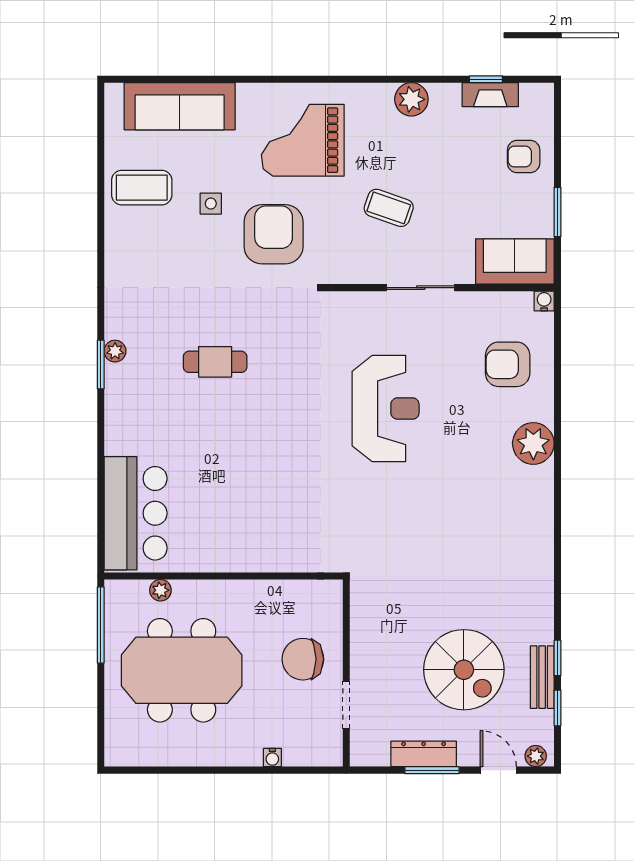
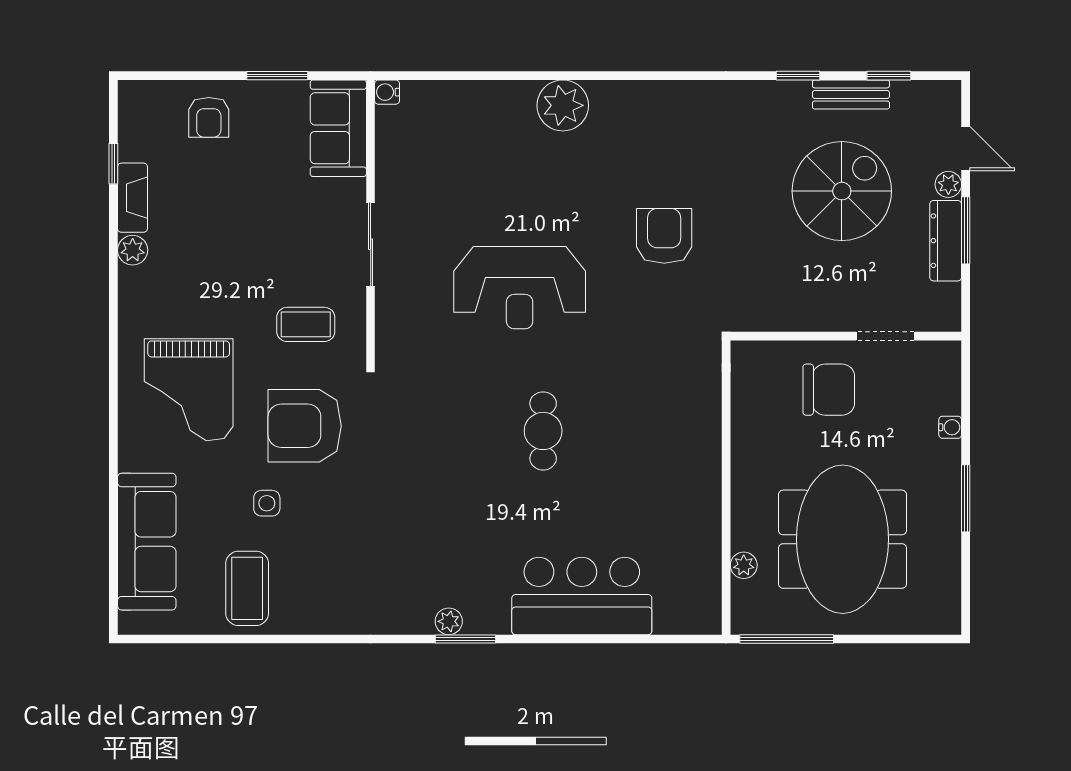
fireplace: (490, 95) -> (132, 198), moved
plant: (411, 99) -> (133, 250), width x0.73, depth x0.73
coffee table: (389, 208) -> (306, 324), moved, turned 71
cafe table: (215, 362) -> (543, 431), moved
armchair: (508, 364) -> (664, 236), moved, turned 180
reception desk: (386, 409) -> (520, 288), turned 180
bar counter: (136, 513) -> (582, 596), moved
window: (557, 658) -> (798, 76), moved
chair: (303, 659) -> (829, 390), turned -90
plant: (536, 756) -> (948, 184), moved
window: (215, 770) -> (966, 498), added
door: (498, 770) -> (966, 149), swing flipped

